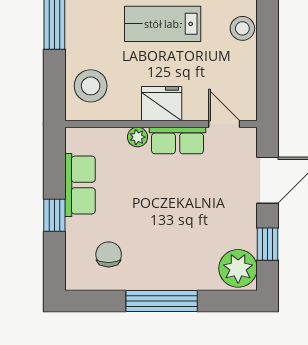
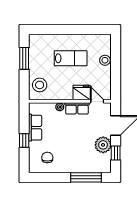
lab bench: (163, 24) -> (71, 58), turned 180
fridge: (162, 104) -> (82, 93), moved
plant: (238, 268) -> (103, 145), moved
window: (162, 301) -> (86, 177), moved

